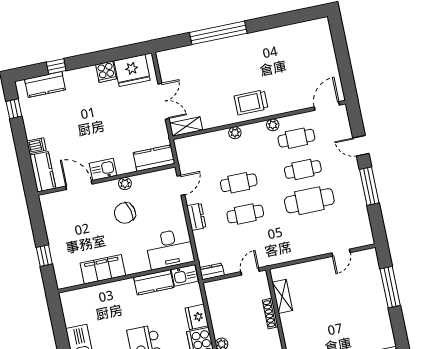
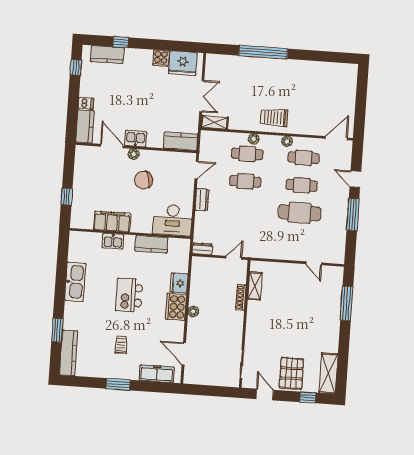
plant: (125, 183) -> (134, 154), moved
cafe table: (245, 214) -> (247, 154), moved
door: (341, 253) -> (314, 263), hinge flipped
kitchen sink: (185, 275) -> (113, 241), moved

